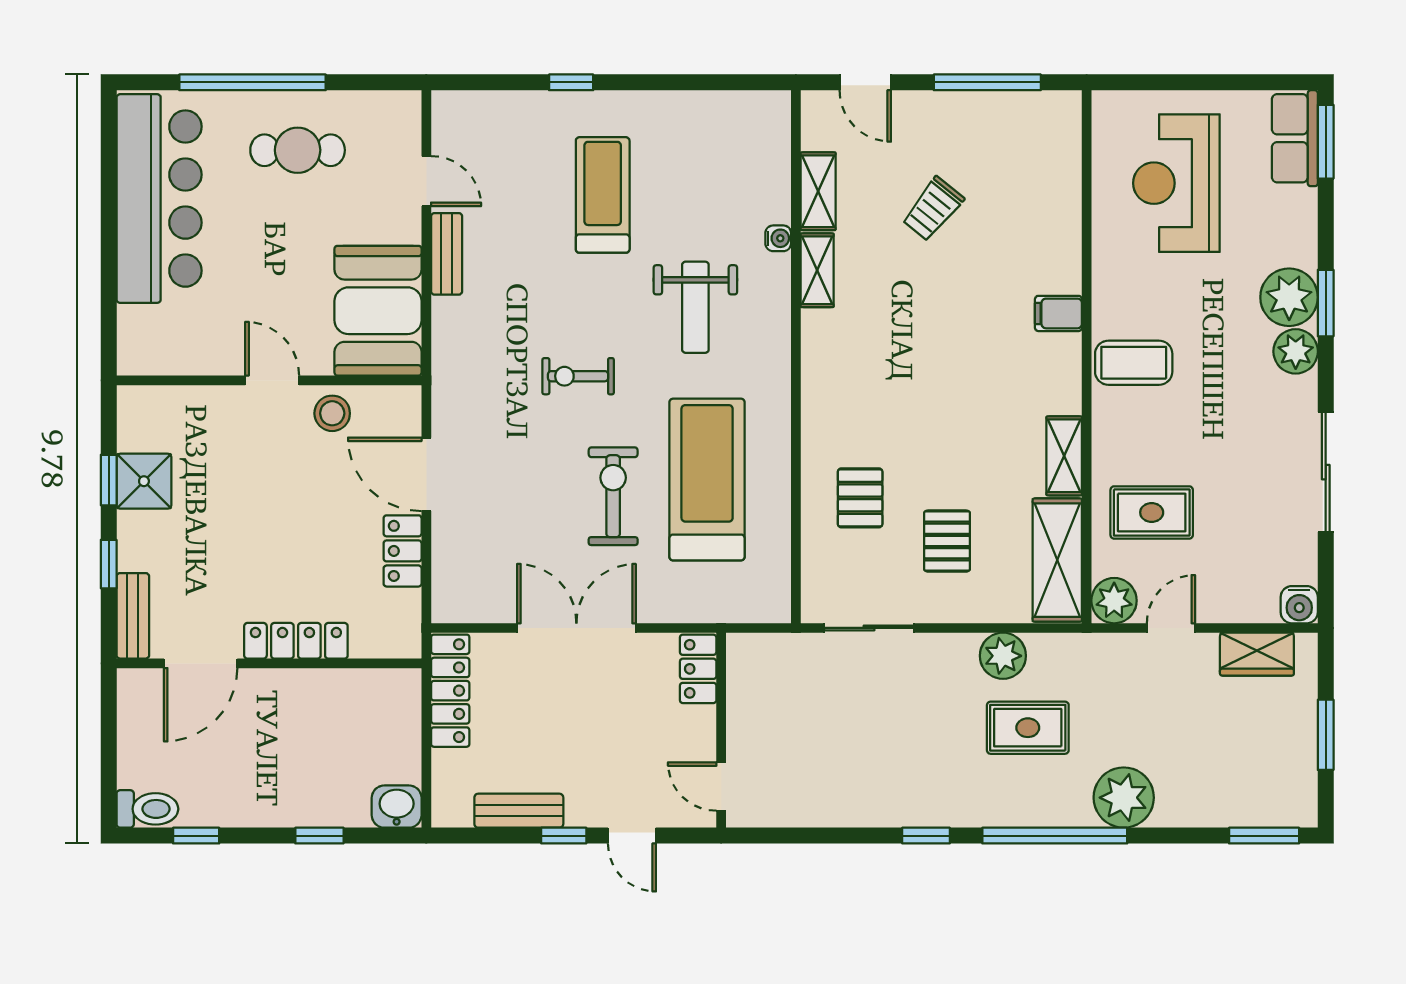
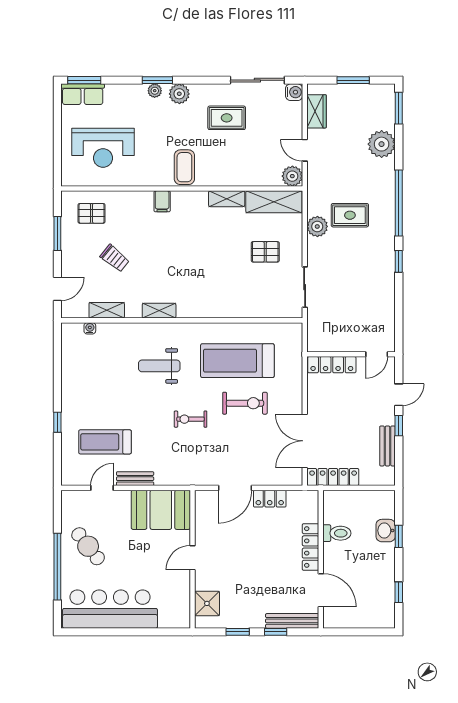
window: (987, 82) -> (57, 234), width x0.69
cafe table: (298, 150) -> (88, 546), turned -38
treadmill: (603, 195) -> (105, 442), moved
water cooler: (778, 238) -> (90, 328), moved
shelving: (817, 270) -> (159, 311), moved
plant: (1289, 297) -> (155, 91), width x0.53, depth x0.53
weight bench: (695, 307) -> (159, 366), turned 180
exercise bike: (578, 376) -> (191, 419), turned 90
stool: (332, 413) -> (207, 531), removed
sliding door: (1326, 472) -> (257, 80), moved
shower: (144, 481) -> (207, 603), moved
exercise bike: (613, 496) -> (245, 403), turned 180
pallet: (860, 498) -> (92, 213), moved
rug: (1152, 512) -> (227, 118), moved, turned 90
bench: (133, 616) -> (292, 621), width x1.36
double door: (576, 628) -> (305, 441), moved
locker: (698, 669) -> (332, 365), width x1.53
rug: (1028, 728) -> (350, 215), turned 90
plant: (1124, 798) -> (382, 144), moved
washbasin: (397, 807) -> (386, 531), moved
toilet: (147, 809) -> (337, 533), moved, turned 90

